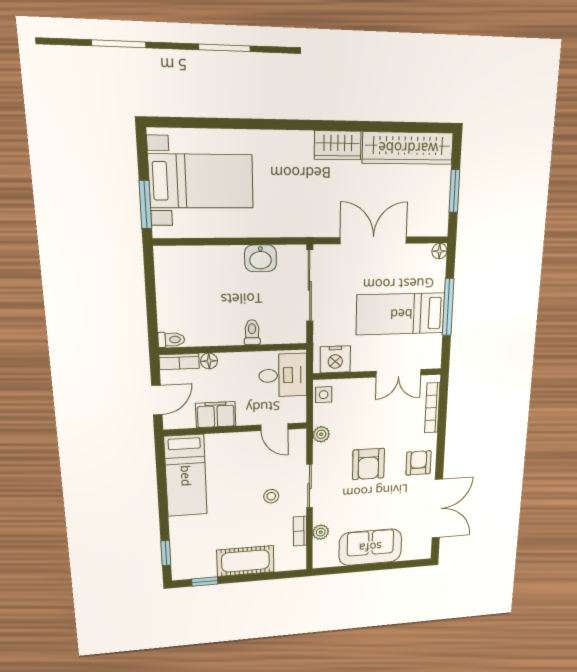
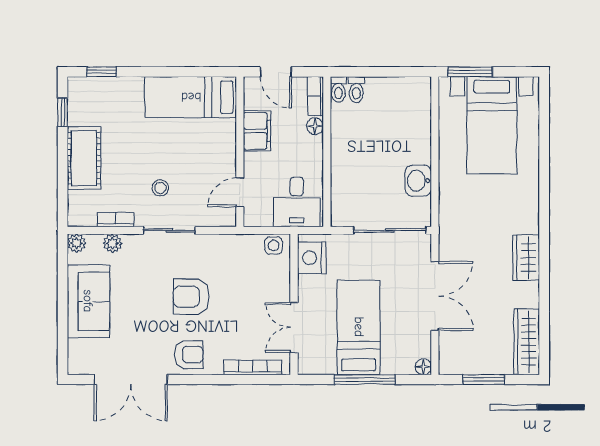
wardrobe: (408, 148) -> (527, 342), width x0.71, depth x0.85
toilet: (252, 332) -> (356, 90), moved, turned 90
plant: (321, 434) -> (77, 243), moved

